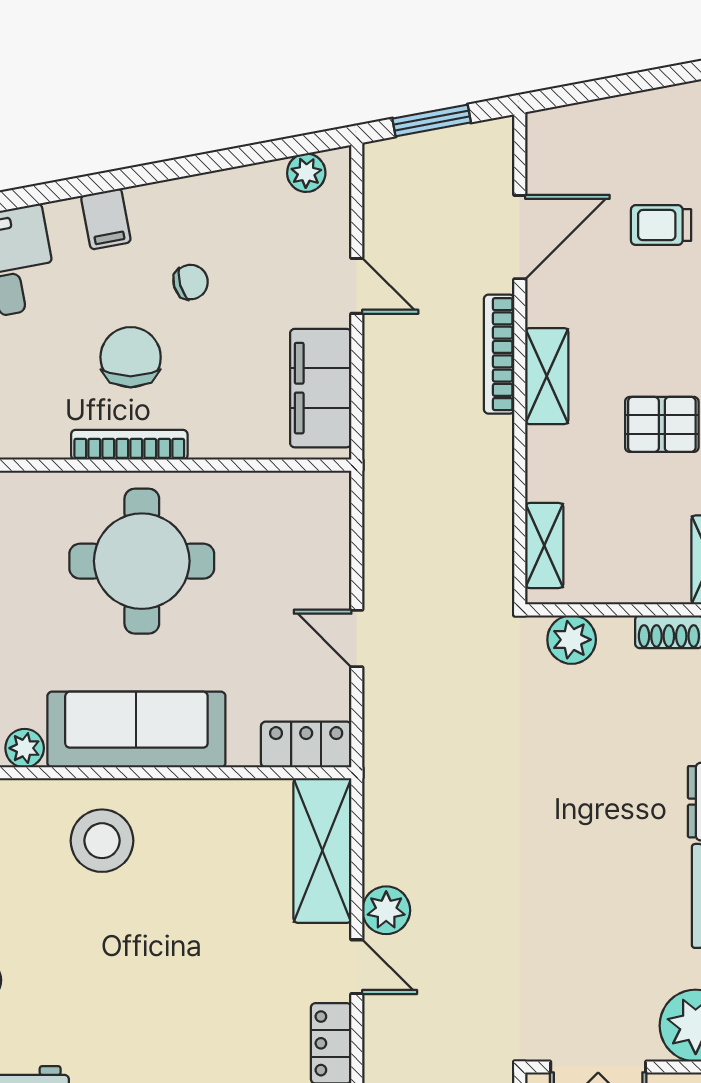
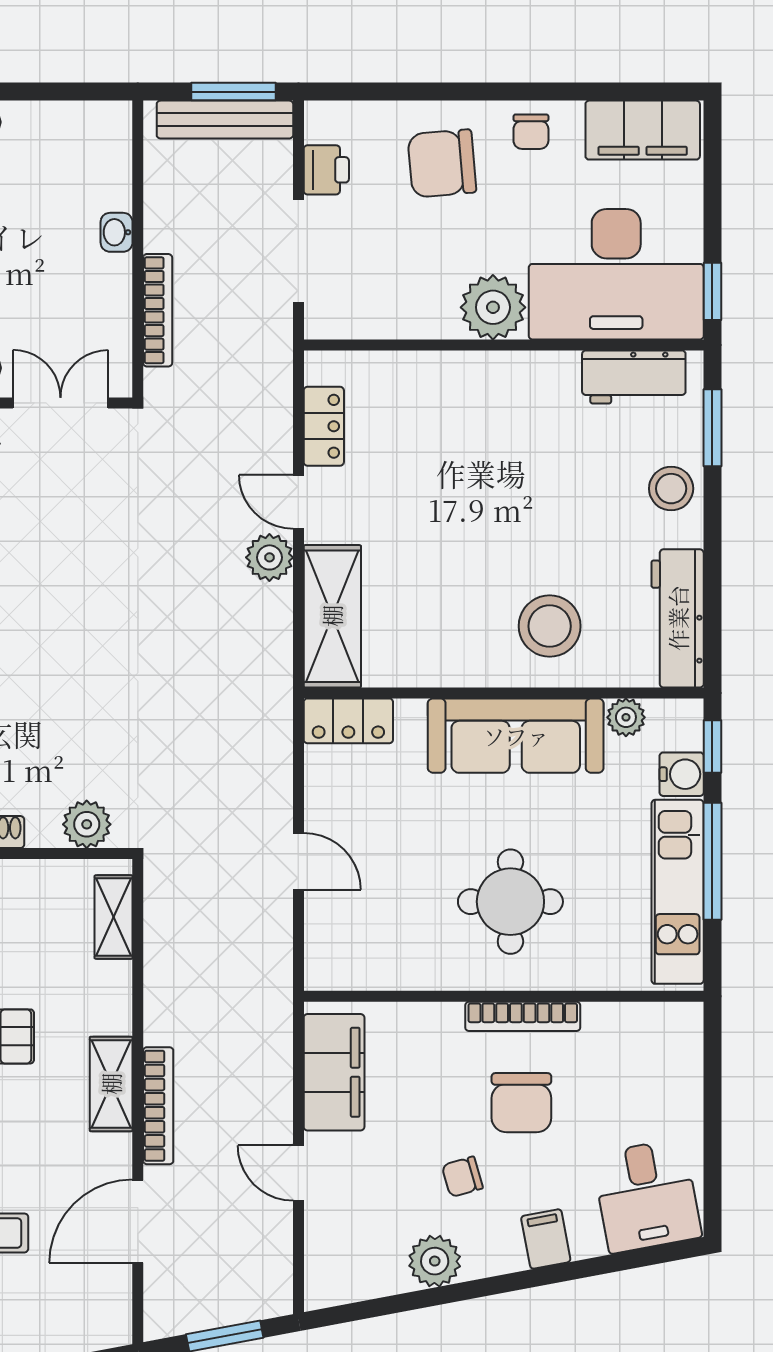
plant: (306, 173) -> (435, 1261), moved, width x1.38, depth x1.38
round table: (142, 561) -> (510, 902), width x0.73, depth x0.73
door: (357, 638) -> (298, 861), moved

